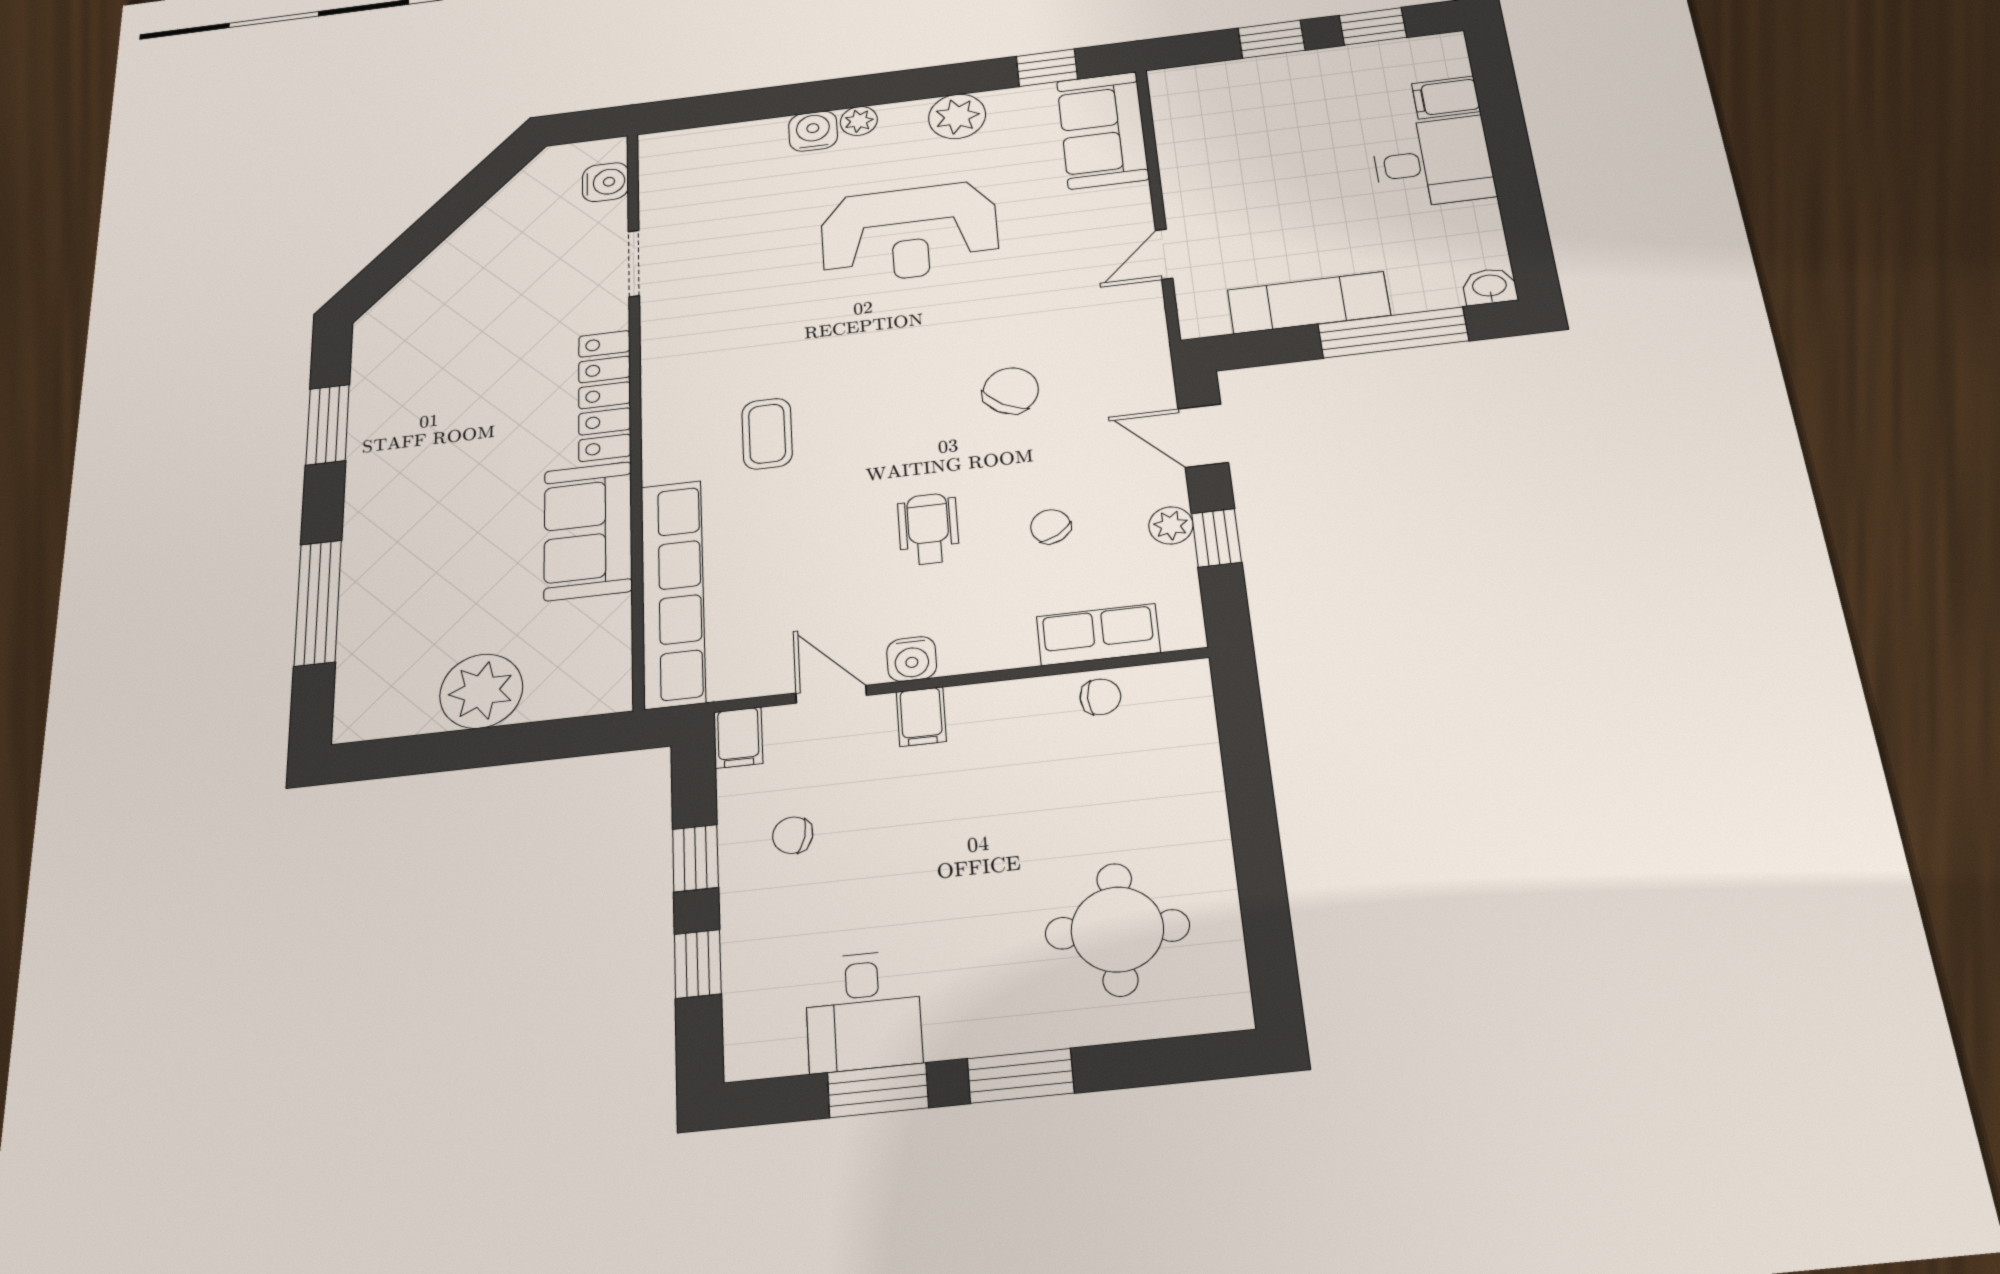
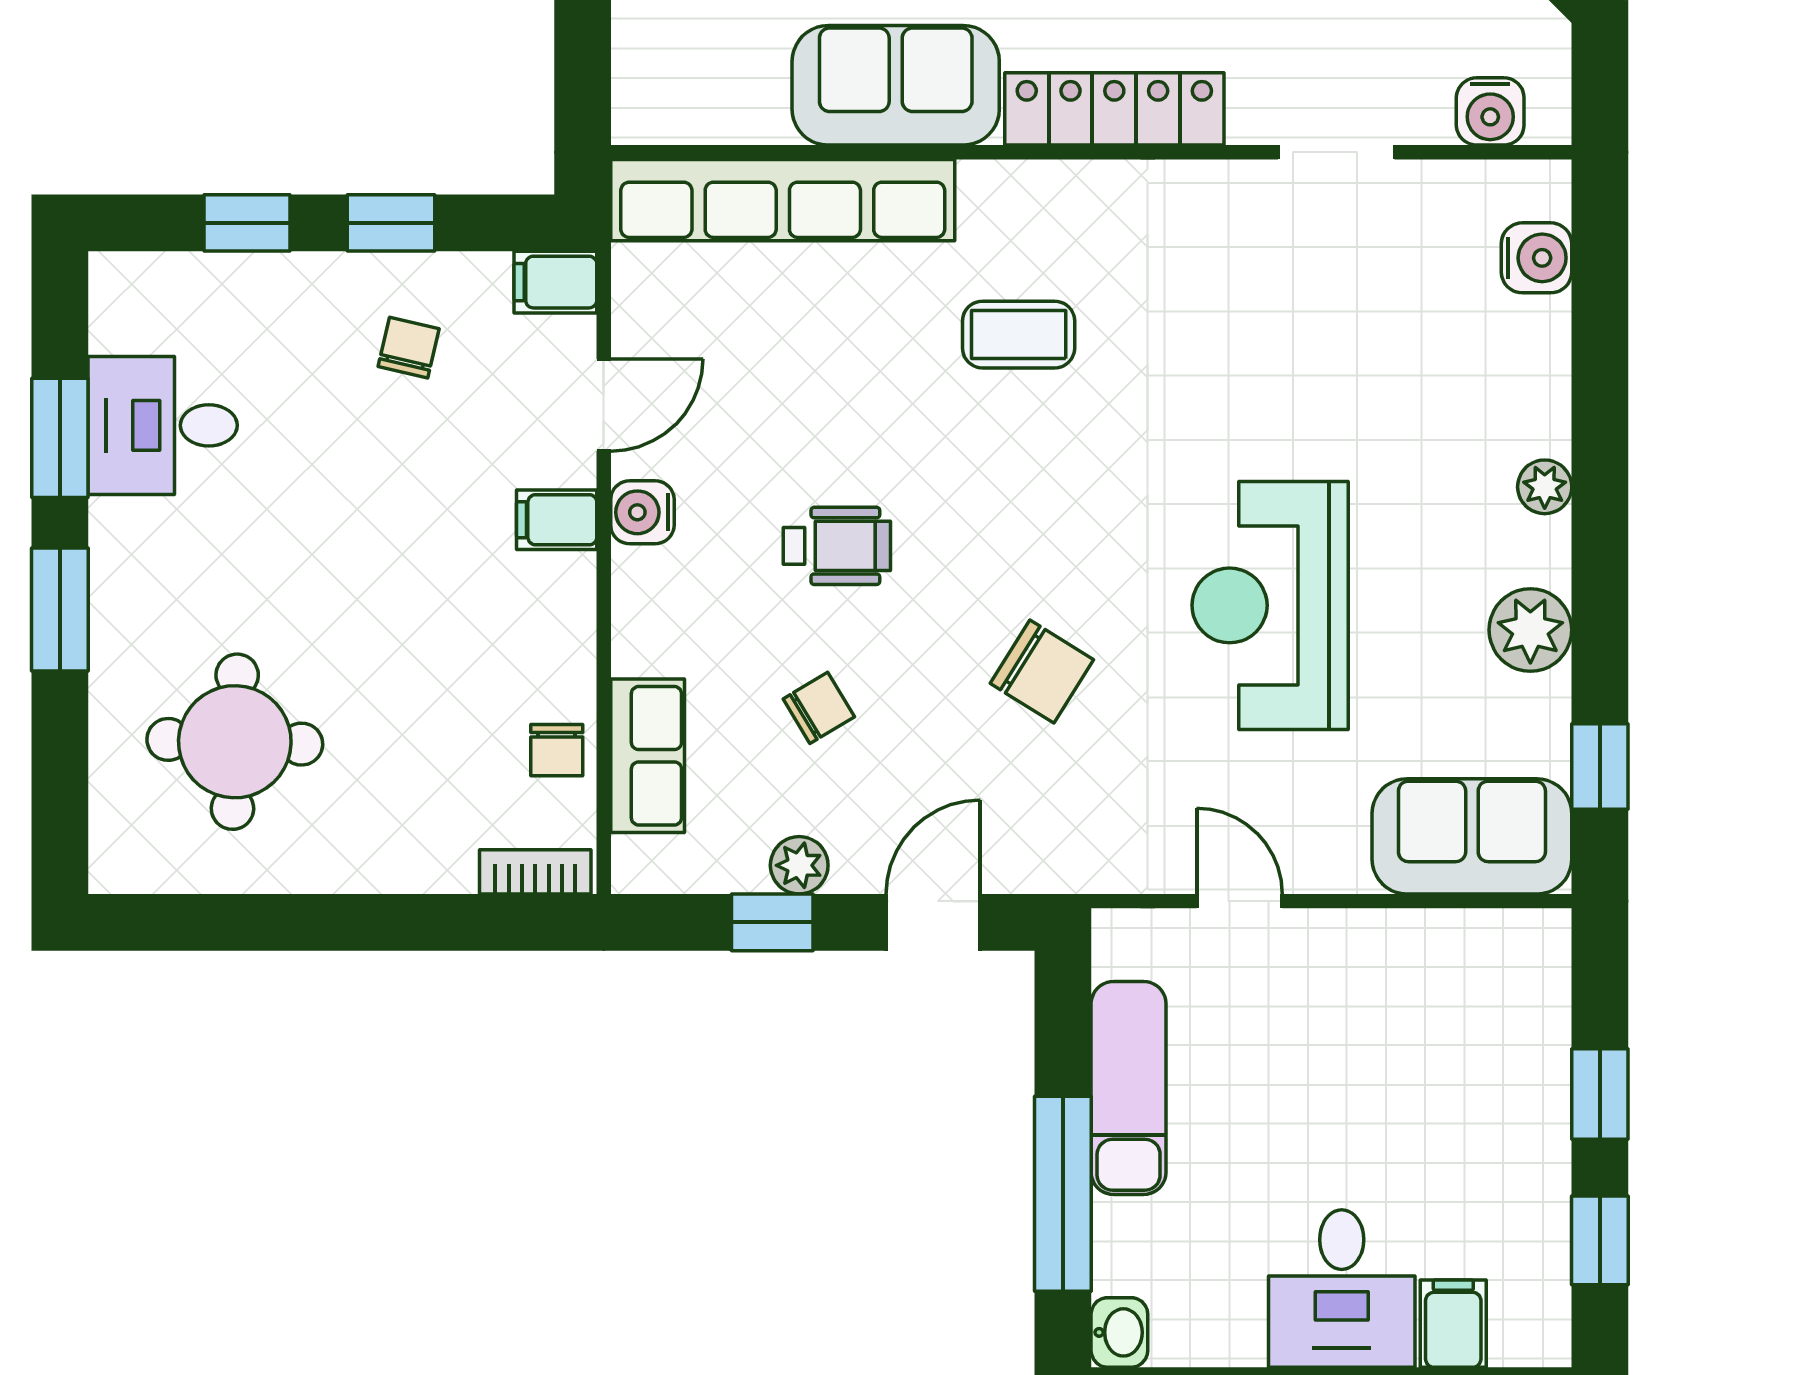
water cooler: (813, 131) -> (1536, 258), moved
reception desk: (909, 233) -> (1270, 605), moved
bookcase: (1197, 701) -> (535, 872), added

